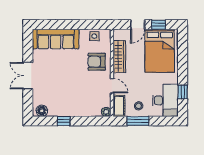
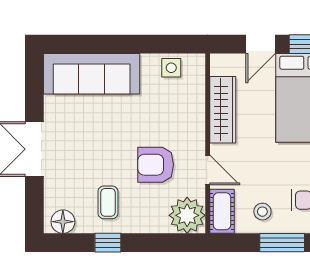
armchair: (97, 62) -> (156, 165), moved
coffee table: (64, 101) -> (108, 202), added
plant: (106, 112) -> (187, 215), width x1.88, depth x1.88
window: (138, 121) -> (282, 243), moved

